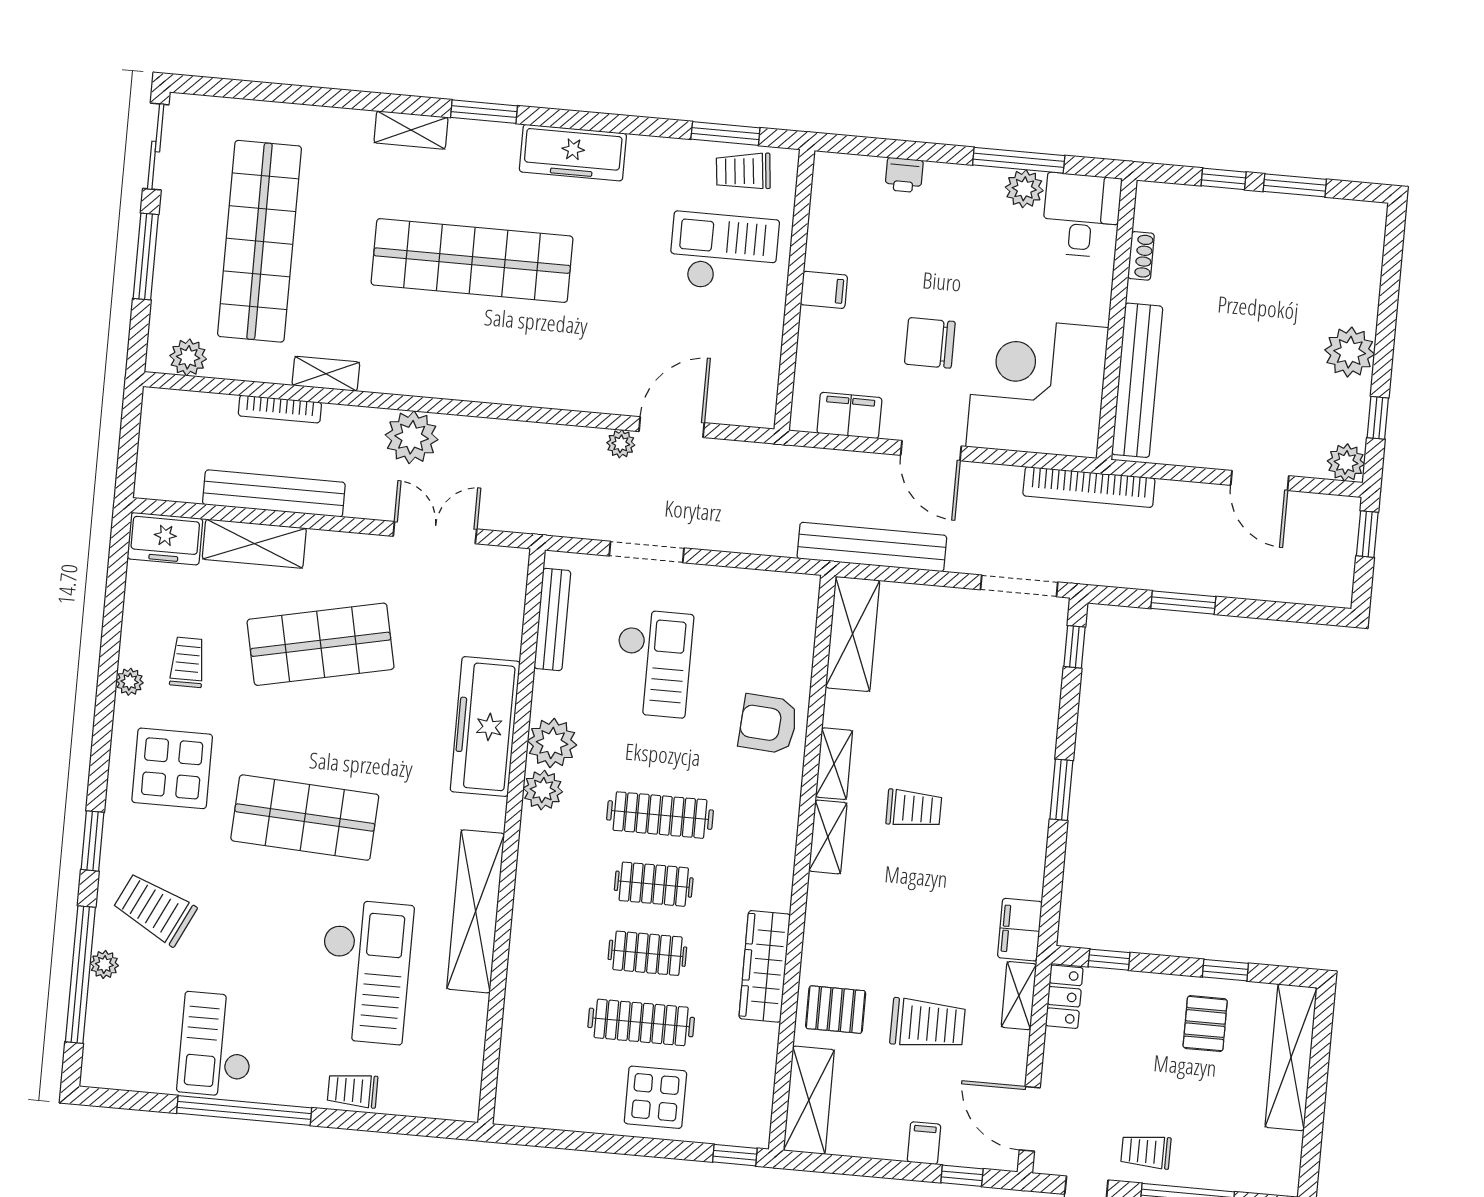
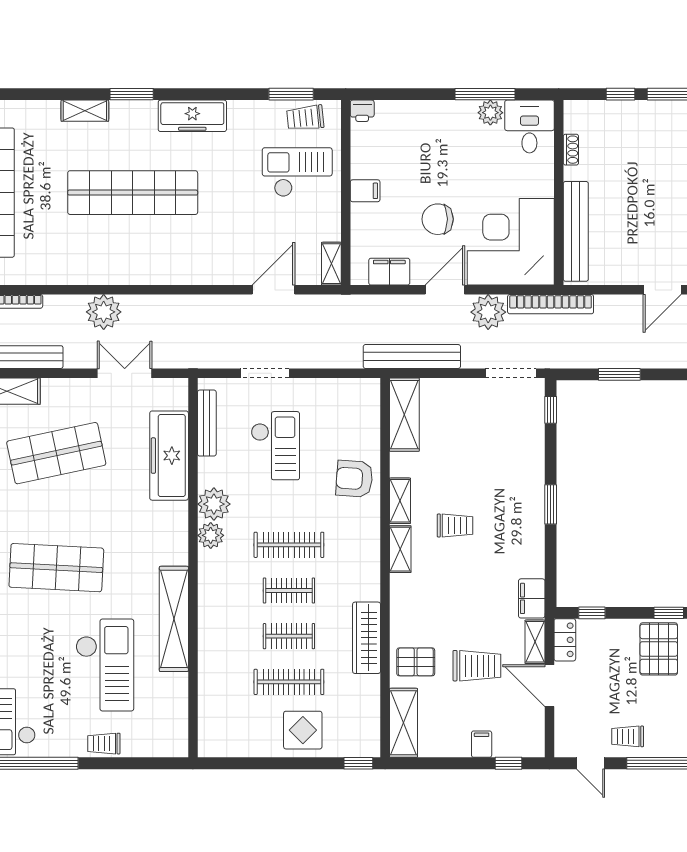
printer: (904, 175) -> (362, 111), moved
shelving: (326, 374) -> (331, 264), moved, turned 90
plant: (621, 444) -> (488, 312), moved, width x1.88, depth x1.88
door: (931, 451) -> (445, 290), swing flipped
door: (1260, 481) -> (662, 290), hinge flipped
freezer: (485, 726) -> (169, 456), moved
pallet: (1205, 1024) -> (659, 649), width x1.50, depth x1.42
door: (1030, 1119) -> (549, 686), moved

